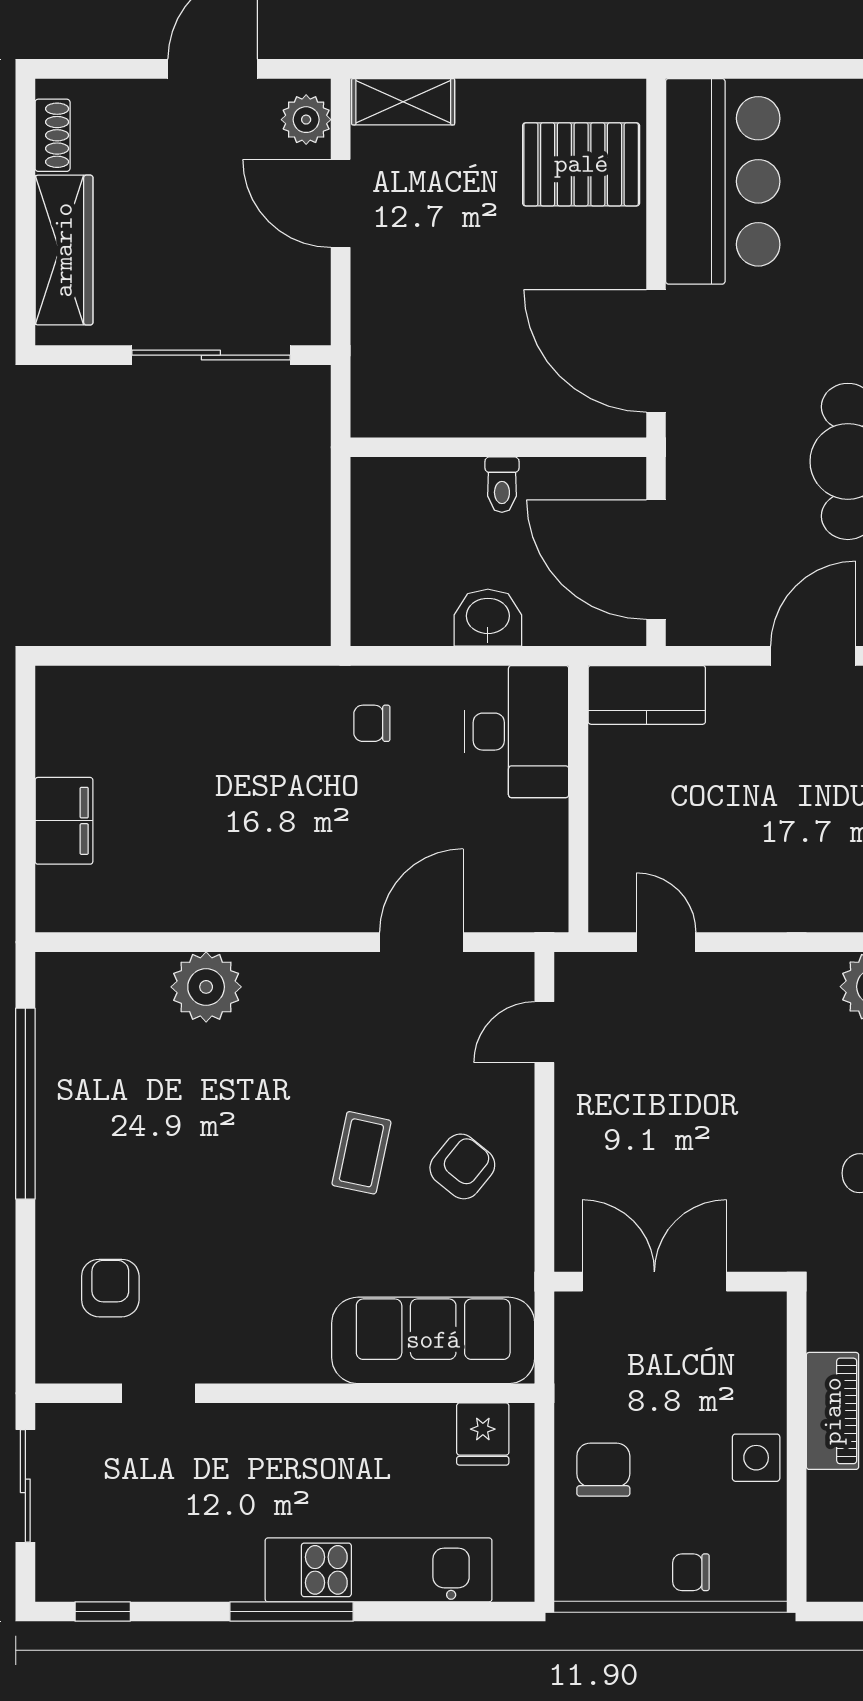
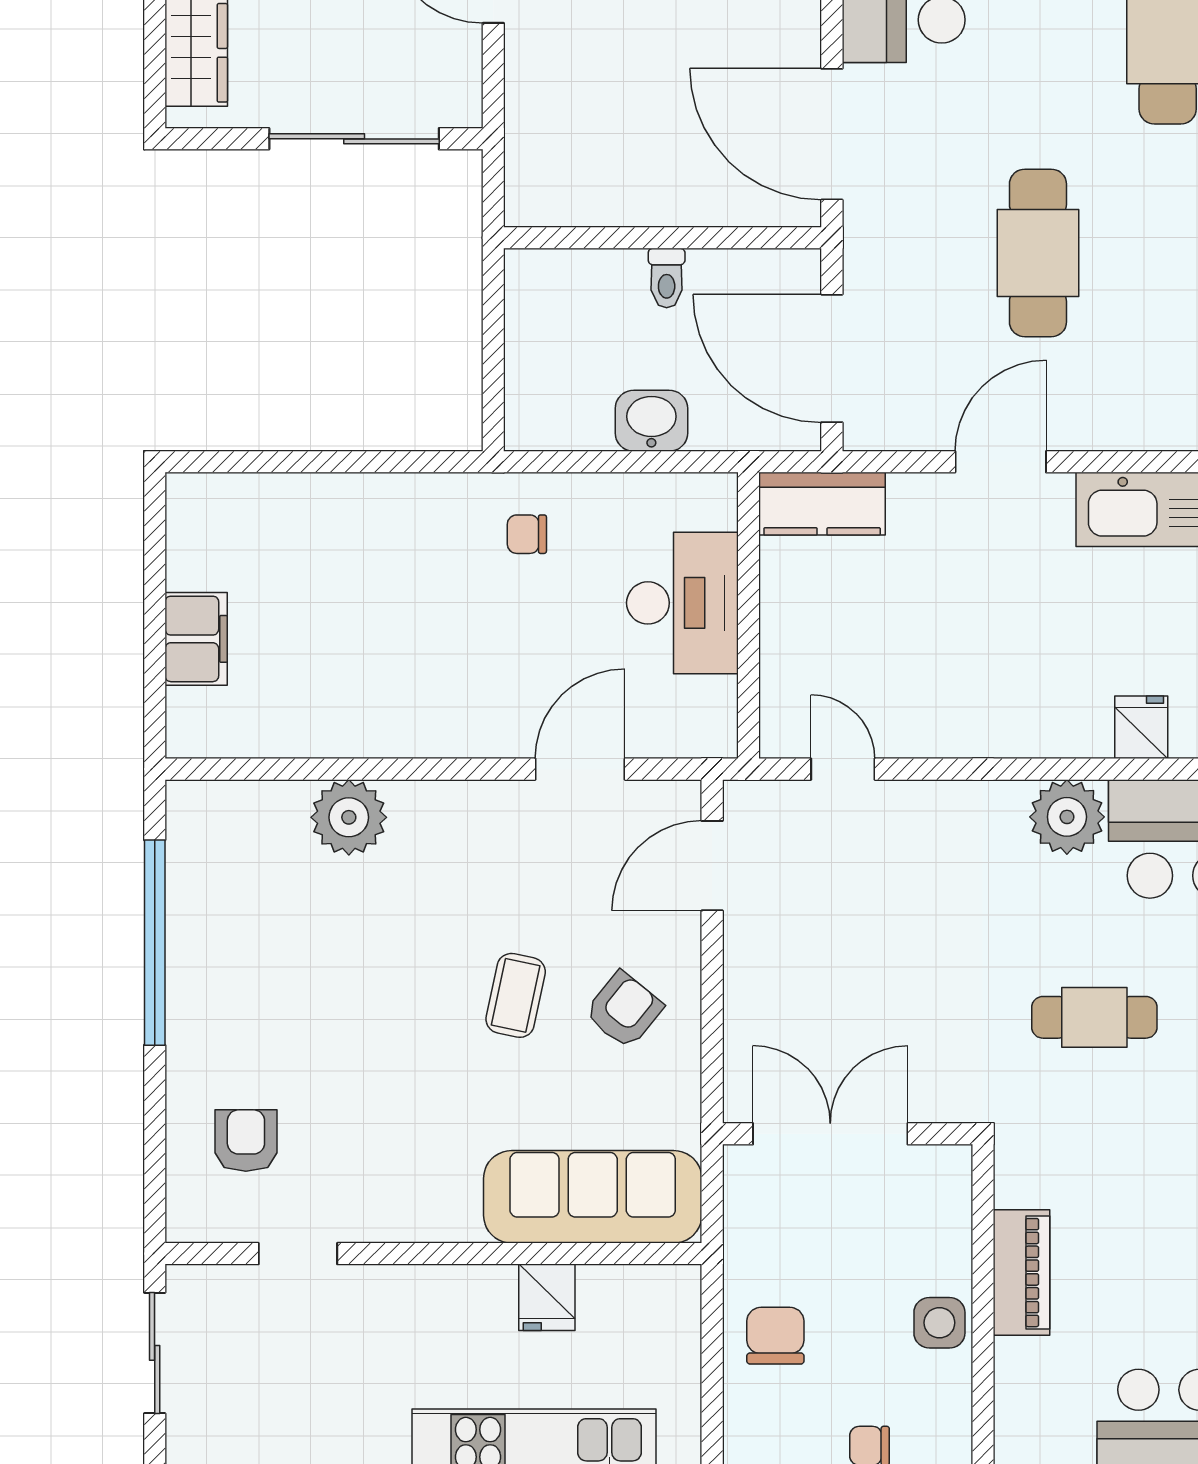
desk: (517, 732) -> (682, 603), moved
door: (544, 1032) -> (712, 866), width x1.38
fridge: (483, 1434) -> (547, 1297), moved

